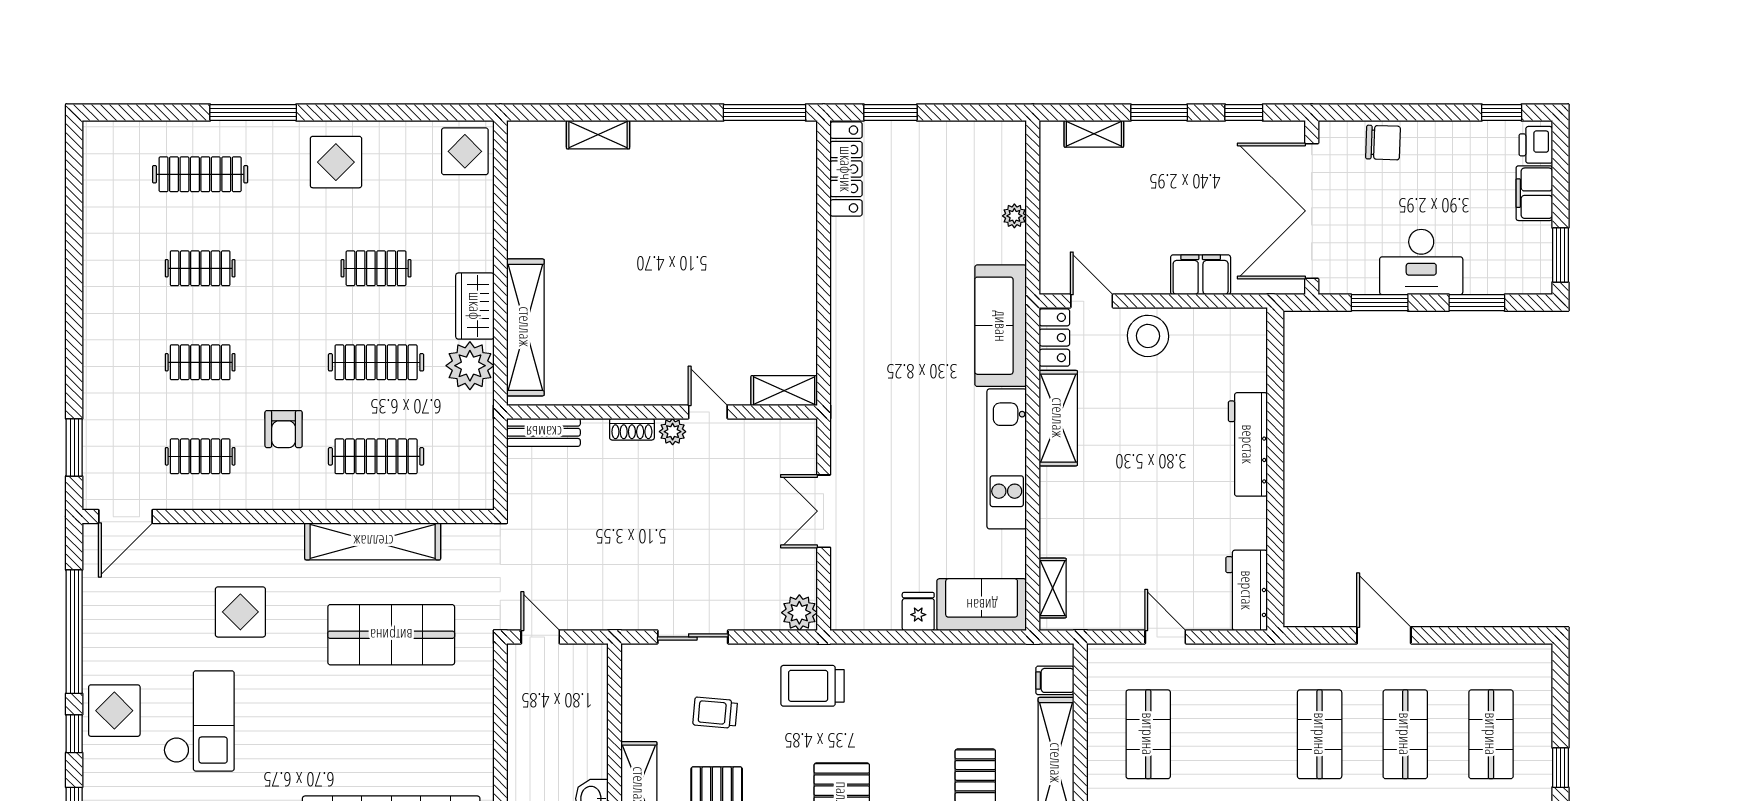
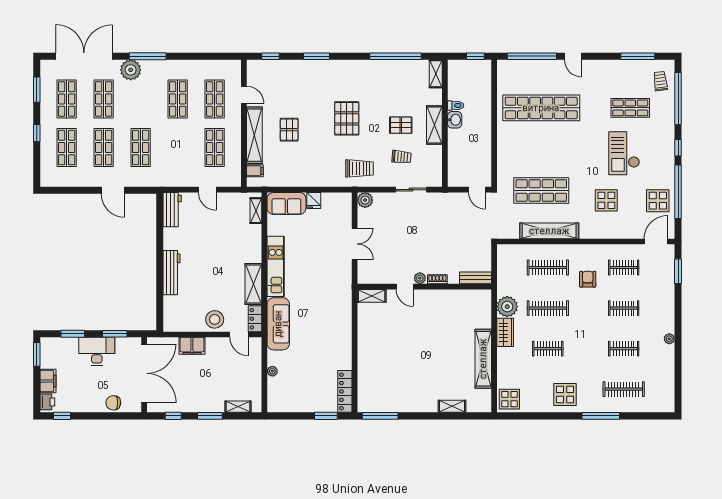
plant: (94, 291) -> (669, 339), added
shelving: (525, 327) -> (483, 359), moved
display table: (114, 711) -> (658, 201), moved

